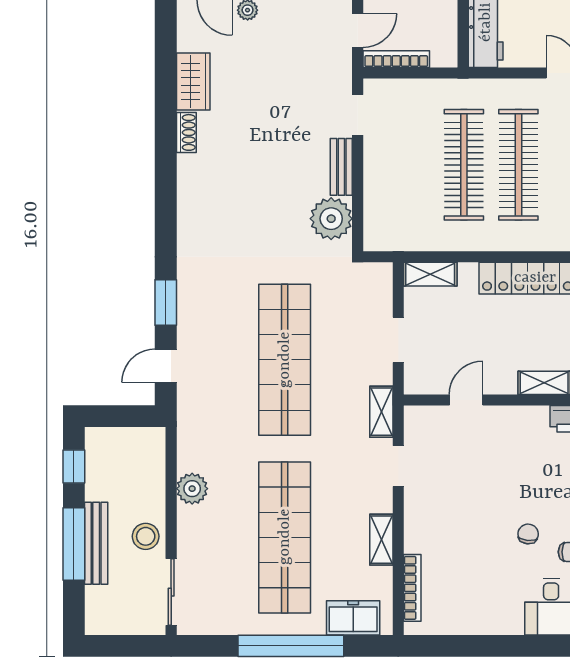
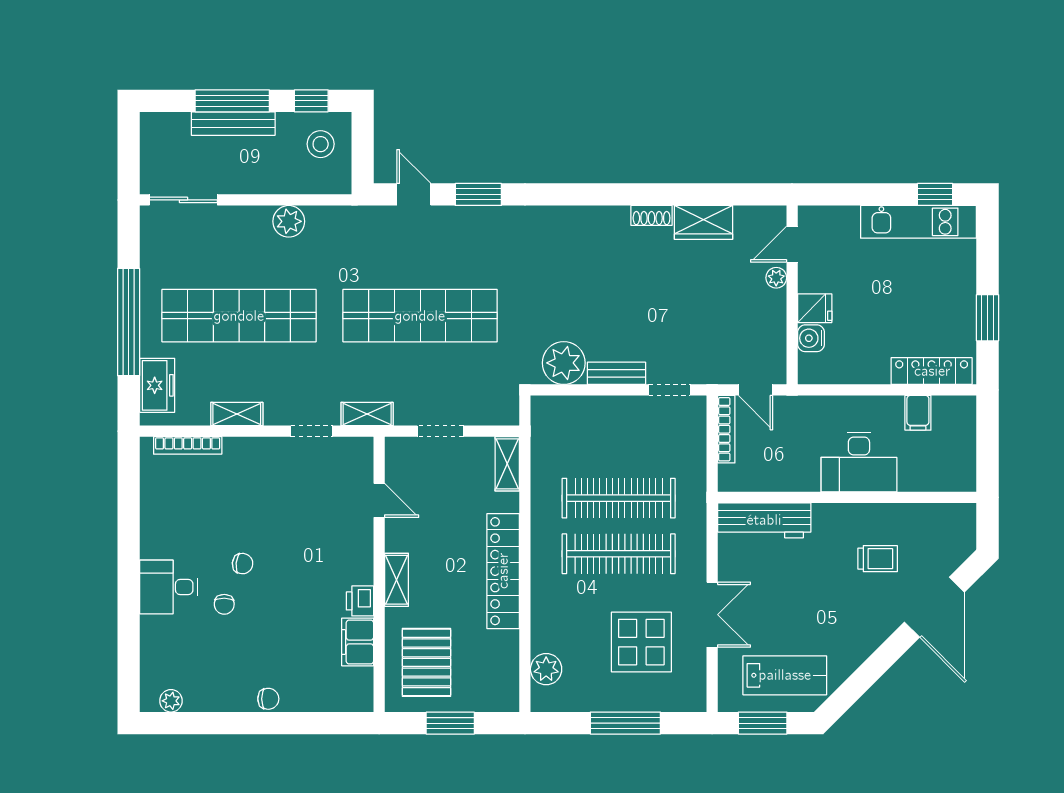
stool: (146, 536) -> (321, 144), moved

